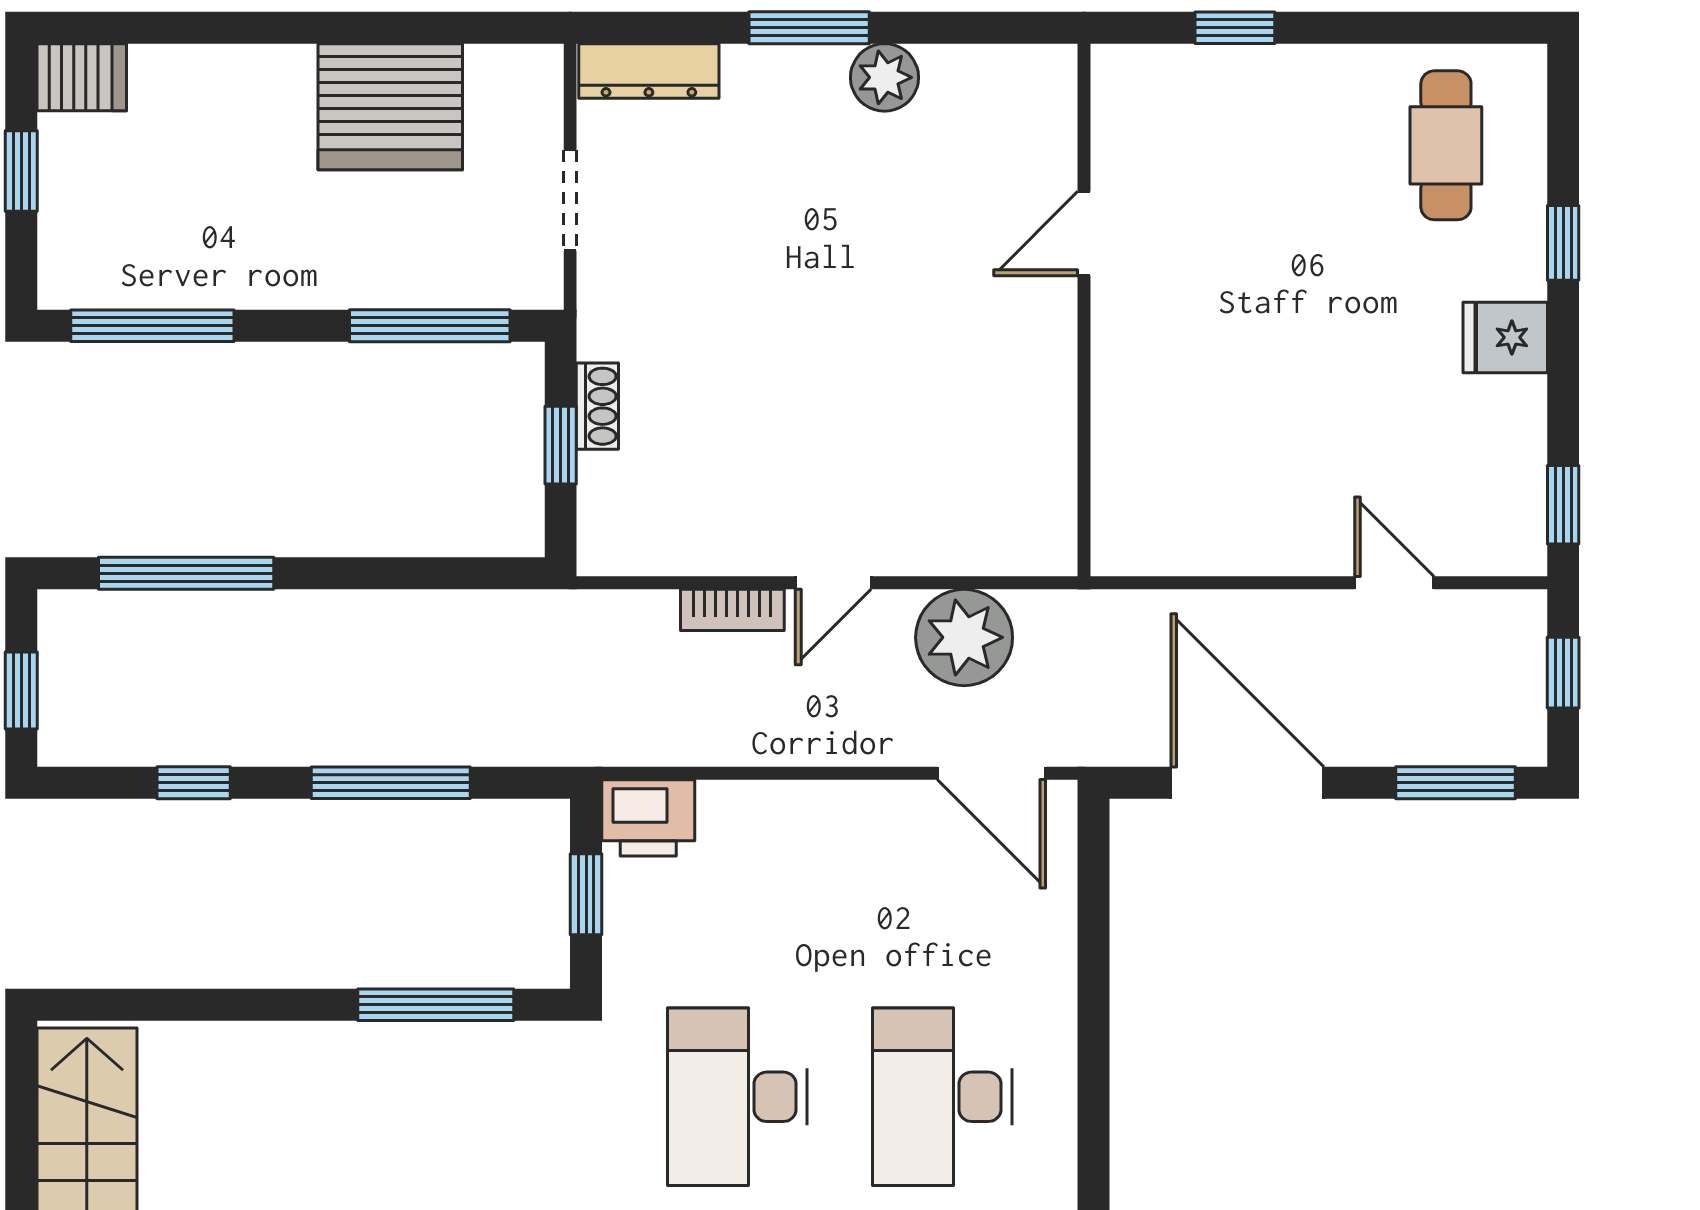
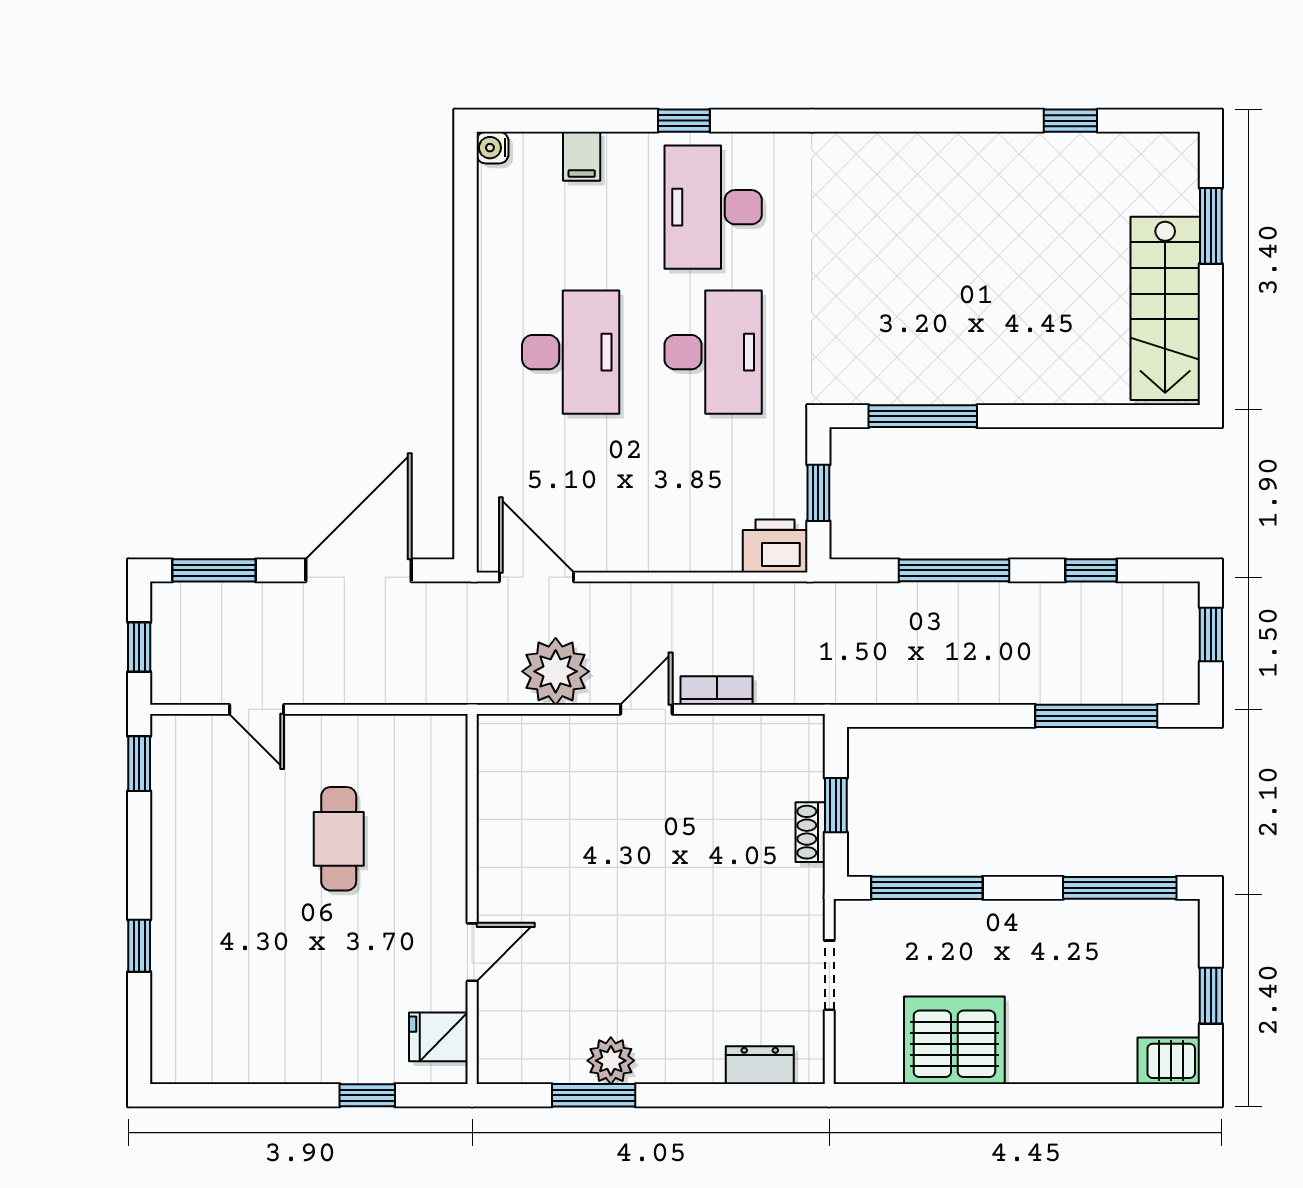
window: (809, 28) -> (594, 1095), moved
dresser: (649, 71) -> (760, 1065), width x0.70
cafe table: (1446, 145) -> (339, 839), moved
fridge: (1505, 337) -> (438, 1037), moved, turned 180
door: (1247, 783) -> (359, 570), swing flipped

